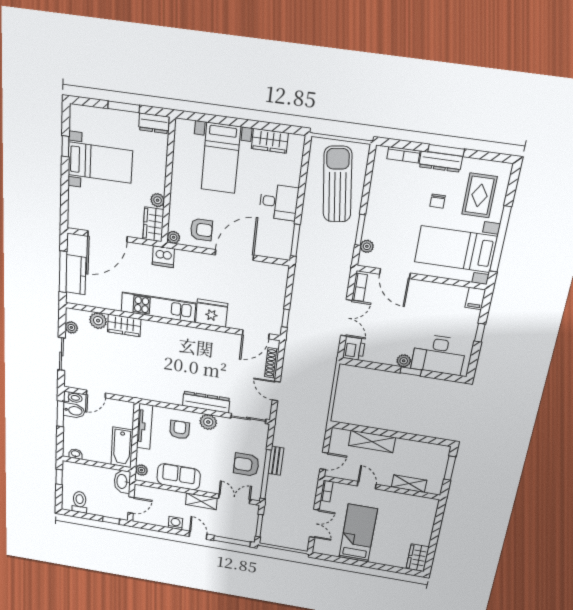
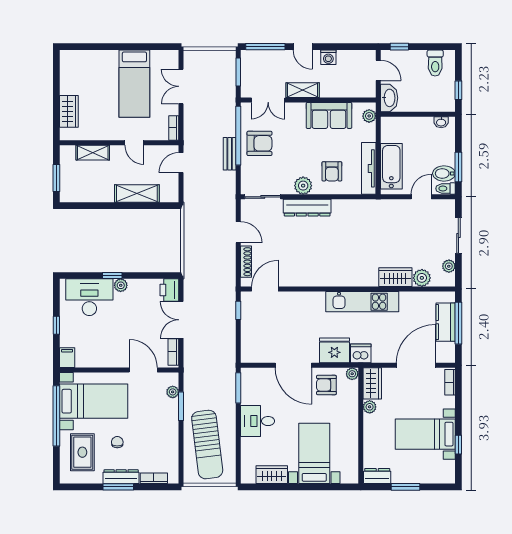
bookcase: (73, 214) -> (450, 382), added
door: (234, 255) -> (293, 365), hinge flipped
fridge: (212, 313) -> (334, 350), moved, turned 180
bathtub: (122, 447) -> (391, 166), moved
door: (131, 505) -> (378, 70), swing flipped
wardrobe: (418, 558) -> (69, 111), moved

